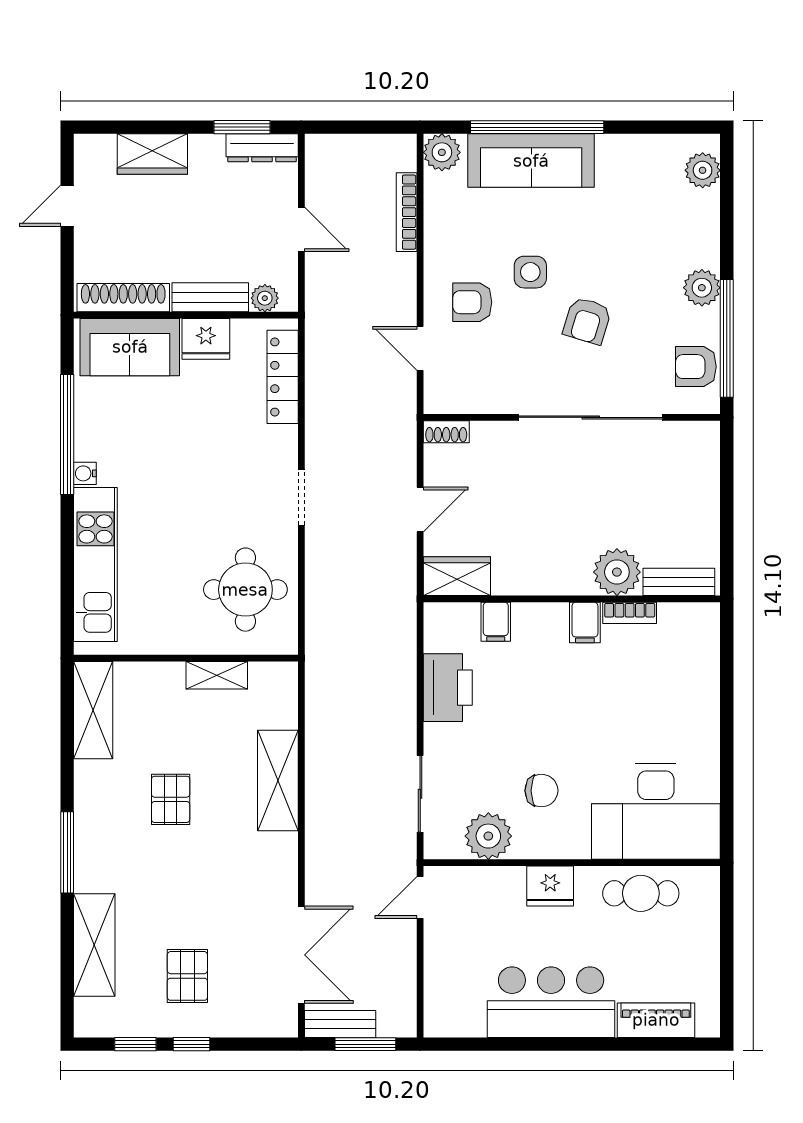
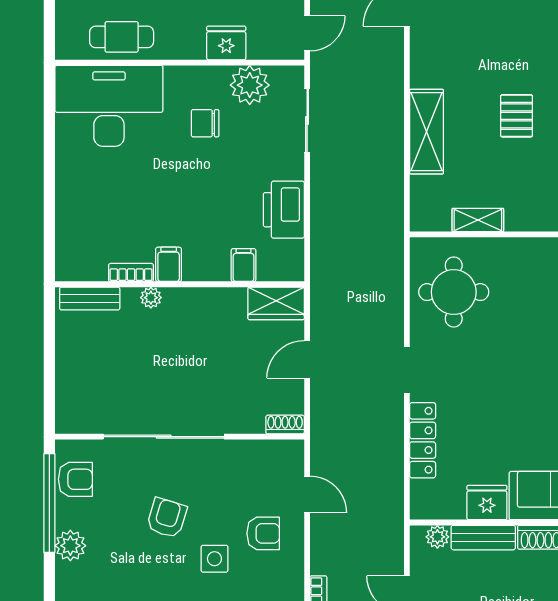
locker: (283, 377) -> (423, 440), moved
plant: (617, 572) -> (151, 298), width x0.53, depth x0.53
fridge: (550, 886) -> (226, 43), moved

